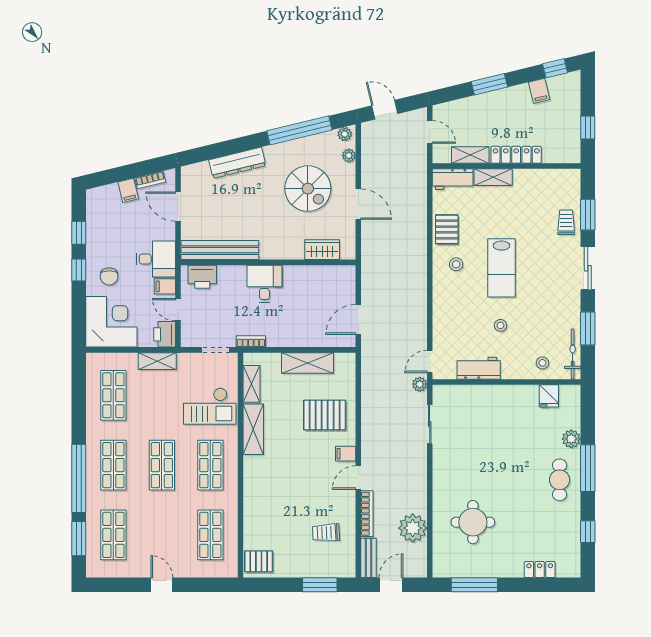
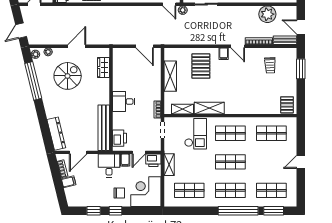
dresser: (237, 163) -> (56, 134), moved

